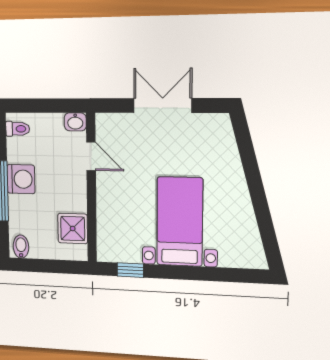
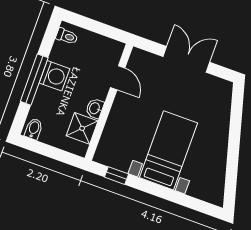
washbasin: (75, 122) -> (95, 108), moved, turned 90

